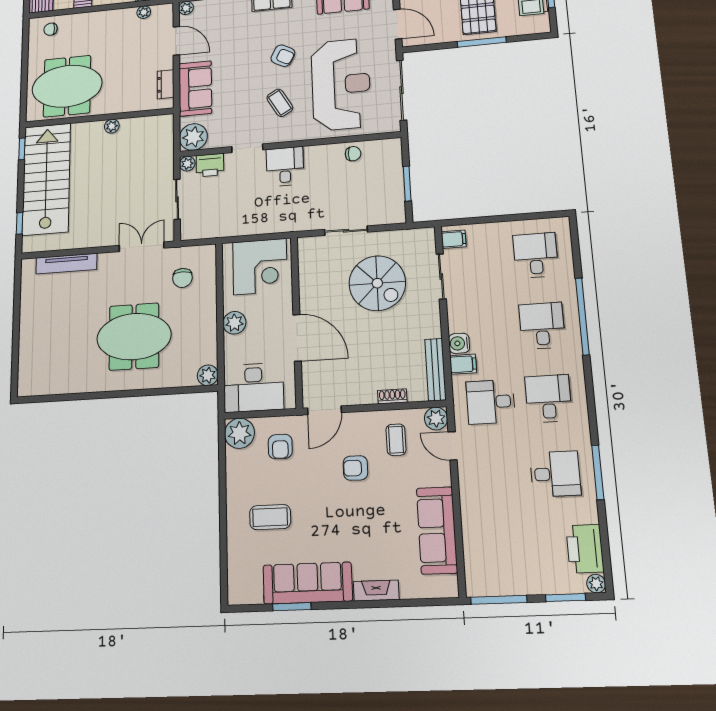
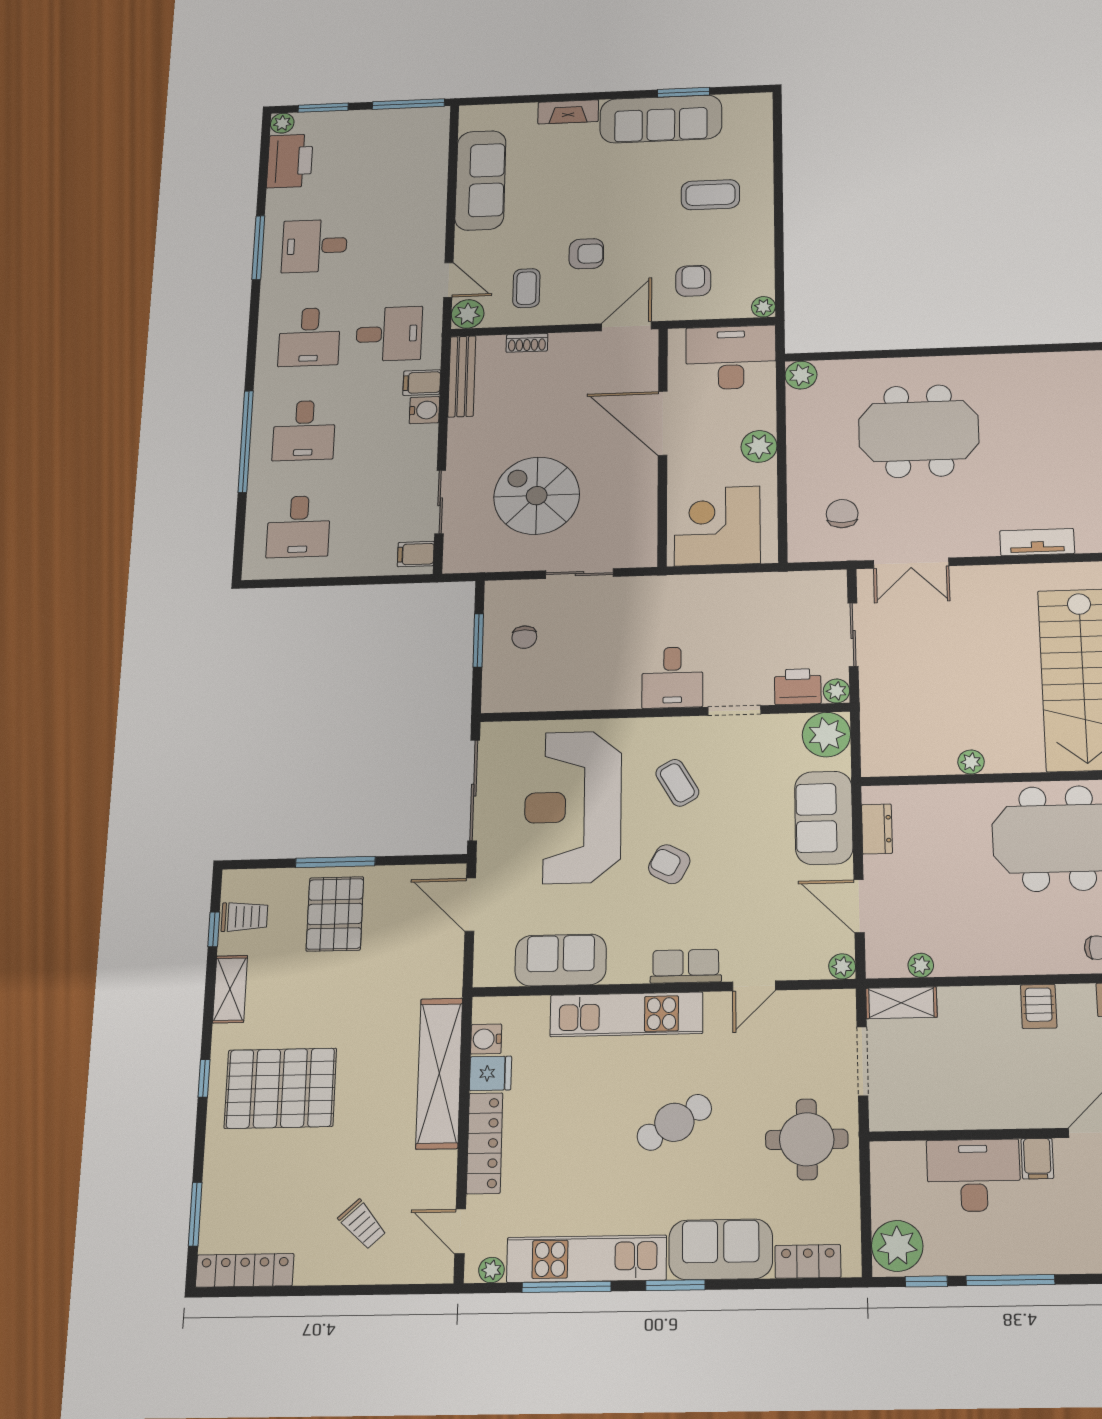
chair: (353, 154) -> (524, 637), moved, turned -90
tv unit: (66, 264) -> (1037, 542), width x0.71
plant: (240, 433) -> (763, 307), width x0.53, depth x0.53

